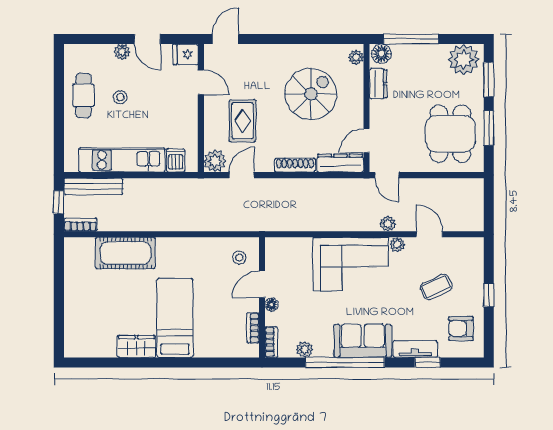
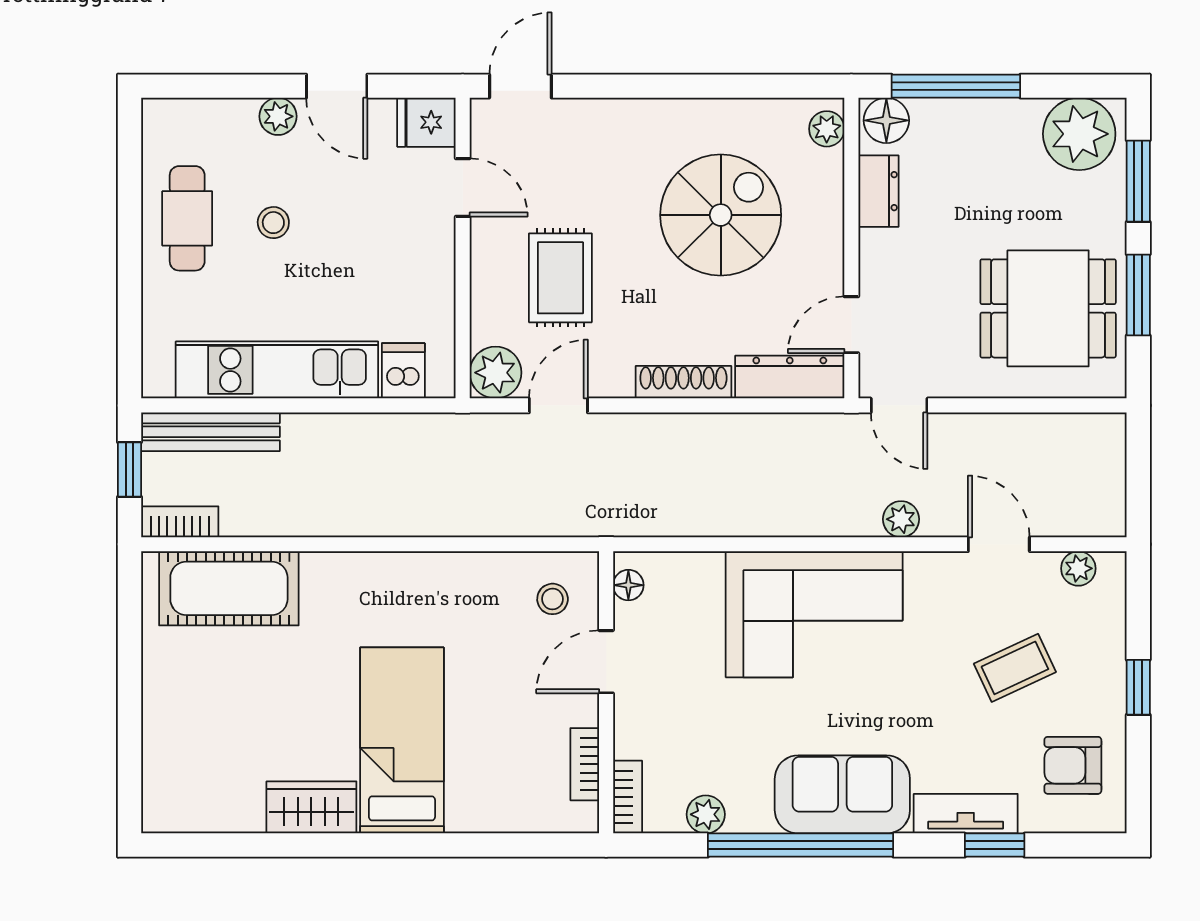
dining table: (450, 134) -> (1048, 308), turned 90
plant: (397, 245) -> (1078, 568), moved
cot: (125, 253) -> (229, 588), moved
floor lamp: (271, 305) -> (628, 585), moved

